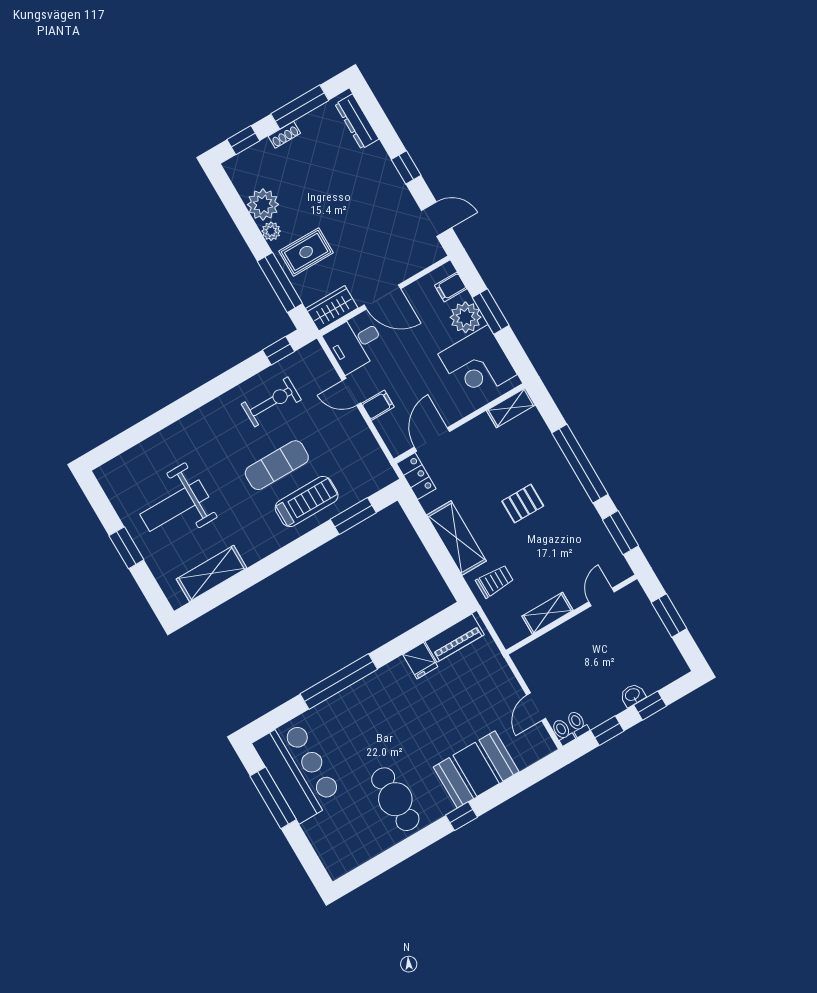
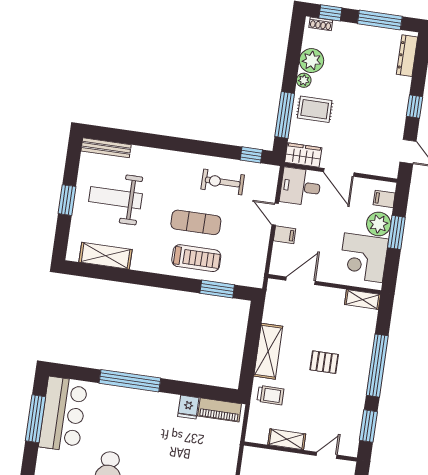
shoe rack: (284, 135) -> (321, 24), moved
exercise bike: (271, 402) -> (223, 182), turned 180
bench: (124, 462) -> (106, 148), added
locker: (416, 476) -> (274, 295), removed

